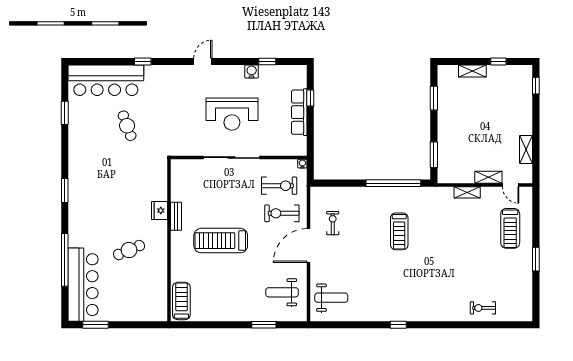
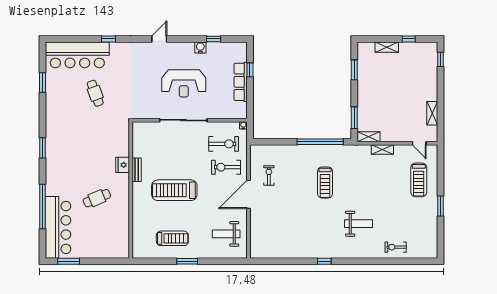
shelving: (488, 177) -> (369, 137), moved
weight bench: (331, 298) -> (358, 224), moved
treadmill: (181, 301) -> (172, 238), moved, turned 90
window: (264, 325) -> (187, 261), moved

